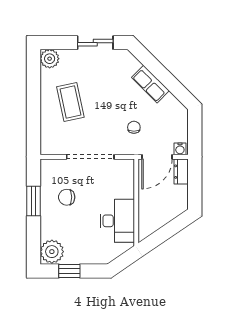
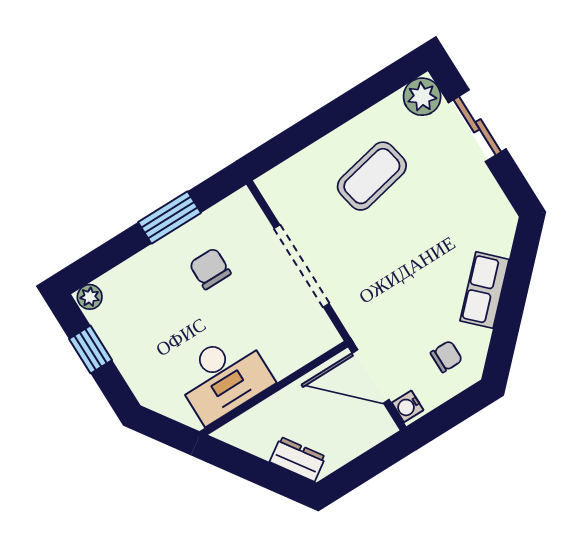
sliding door: (95, 43) -> (477, 126), moved
chair: (134, 127) -> (446, 356), moved
dresser: (181, 172) -> (298, 459), moved, turned 56
plant: (52, 252) -> (90, 297), width x0.53, depth x0.53

